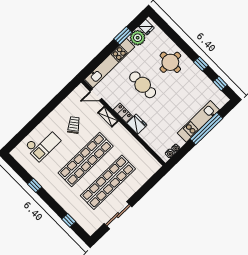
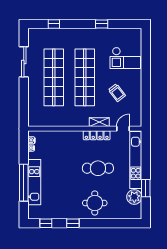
fridge: (146, 27) -> (136, 210), removed
locker: (123, 113) -> (97, 135), width x1.53
fridge: (137, 124) -> (74, 137), removed
checkout: (43, 144) -> (125, 58), turned -90

